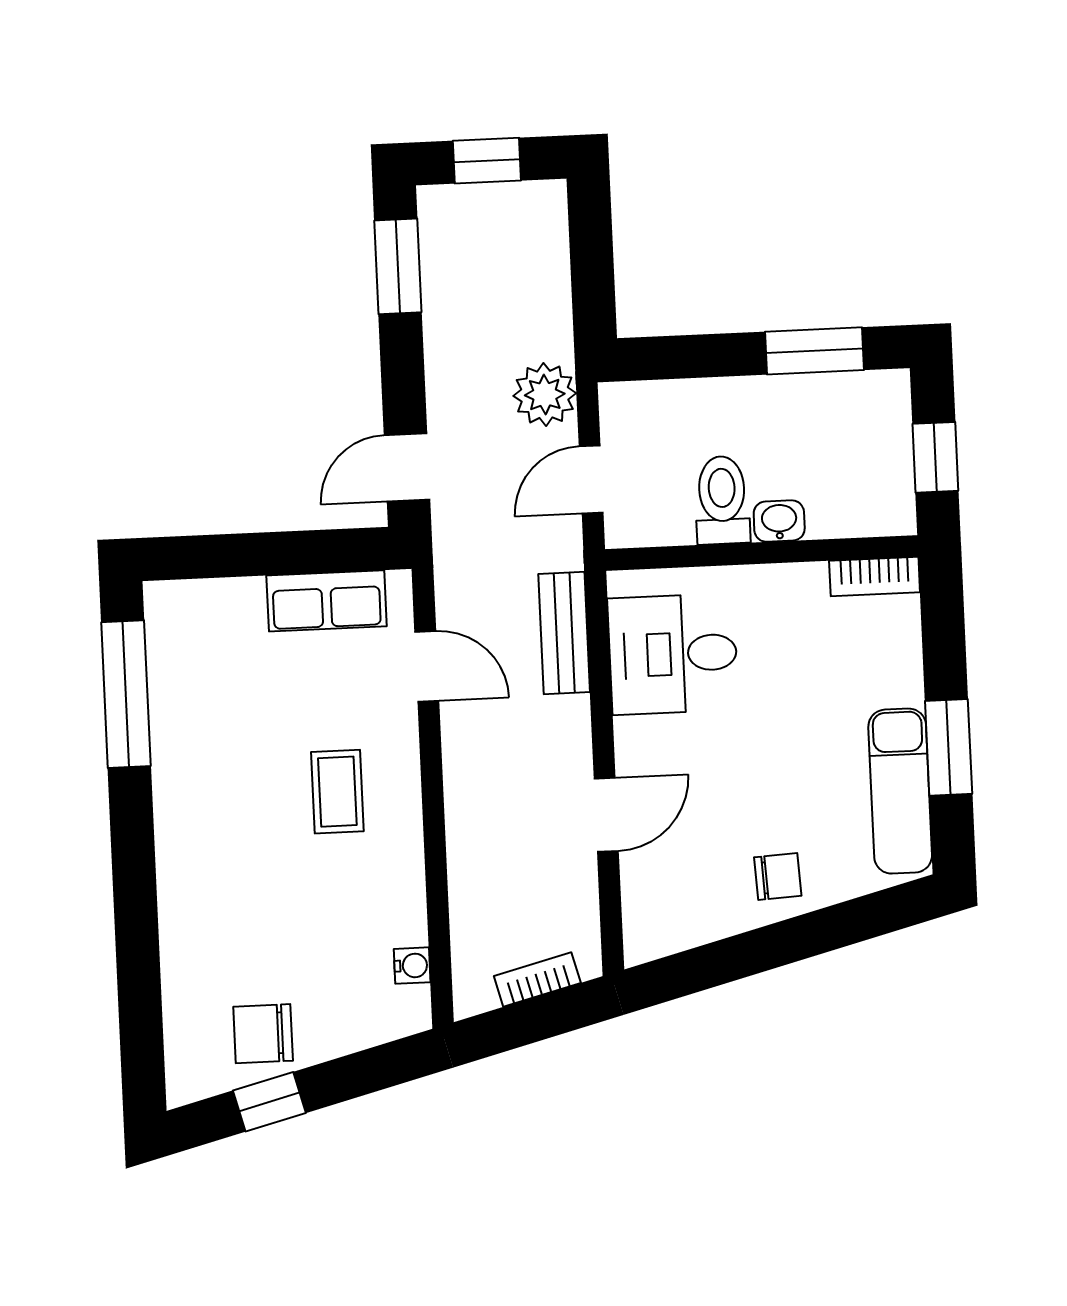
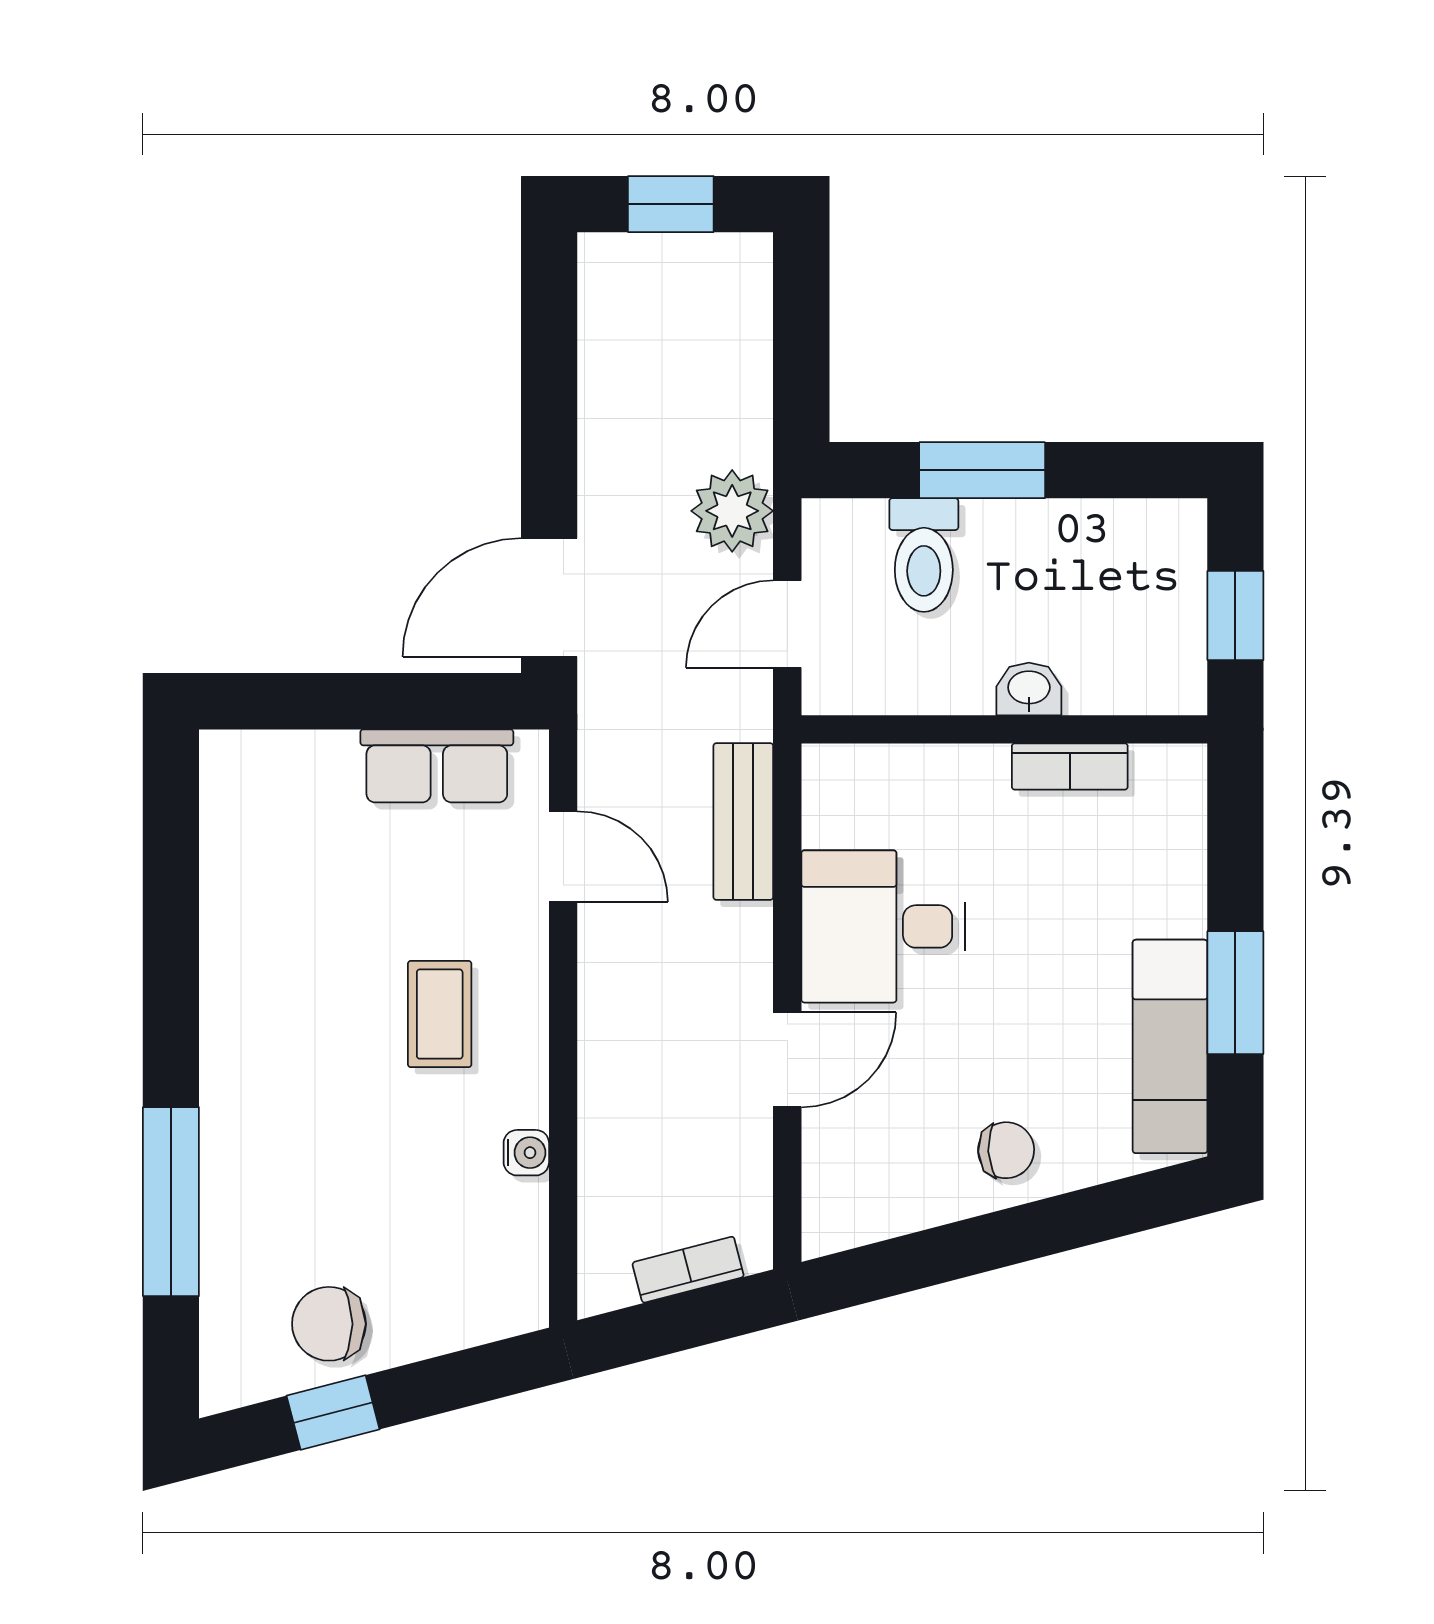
window: (398, 266) -> (549, 336), removed
window: (815, 351) -> (982, 470), moved
door: (407, 468) -> (549, 598), width x1.38
toilet: (722, 500) -> (924, 555), moved, turned 180
bookcase: (875, 576) -> (1070, 766), moved
desk: (673, 654) -> (883, 926), moved
window: (126, 694) -> (171, 1202), moved
water cooler: (412, 966) -> (526, 1153), moved

